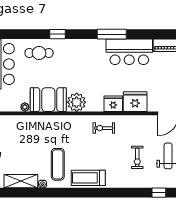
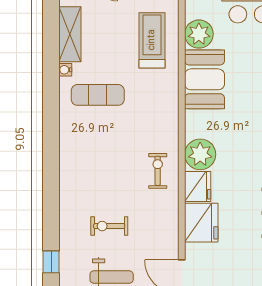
plant: (77, 102) -> (200, 154), moved
plant: (25, 107) -> (199, 34), width x1.87, depth x1.87
treadmill: (88, 178) -> (152, 40), moved

